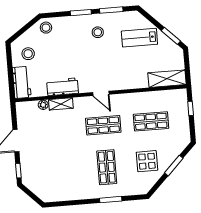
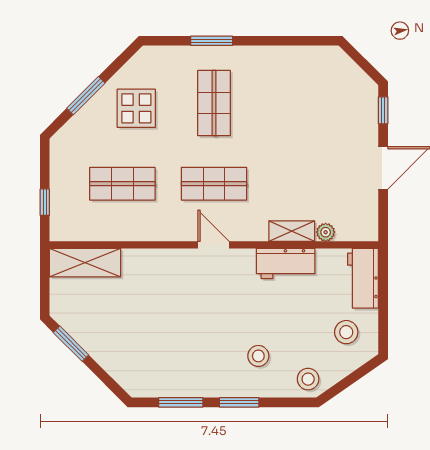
stool: (98, 32) -> (258, 356), moved
lab bench: (139, 38) -> (131, 345), removed

